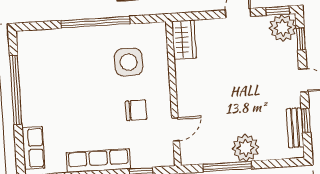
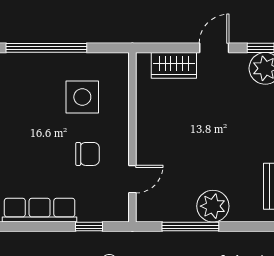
wardrobe: (184, 40) -> (174, 65), moved, turned 90

